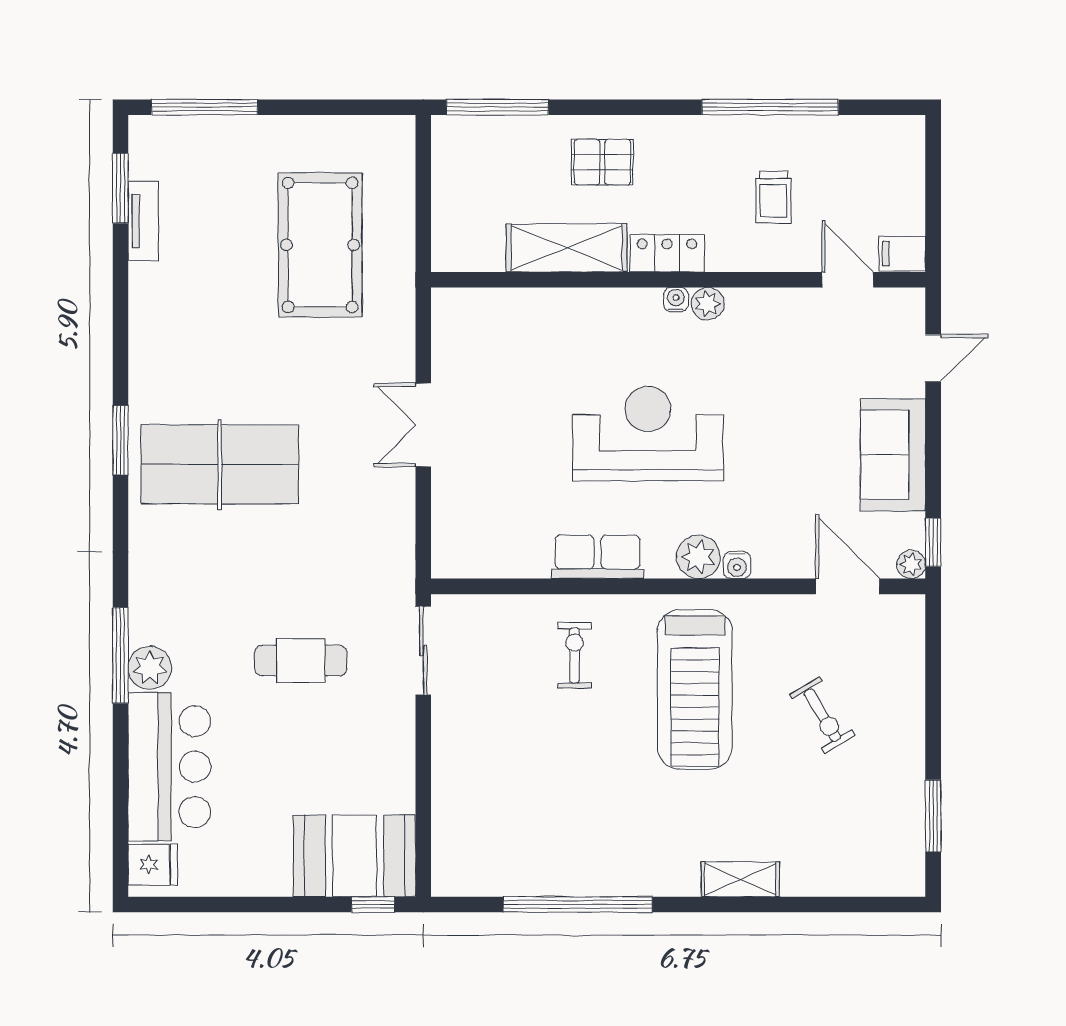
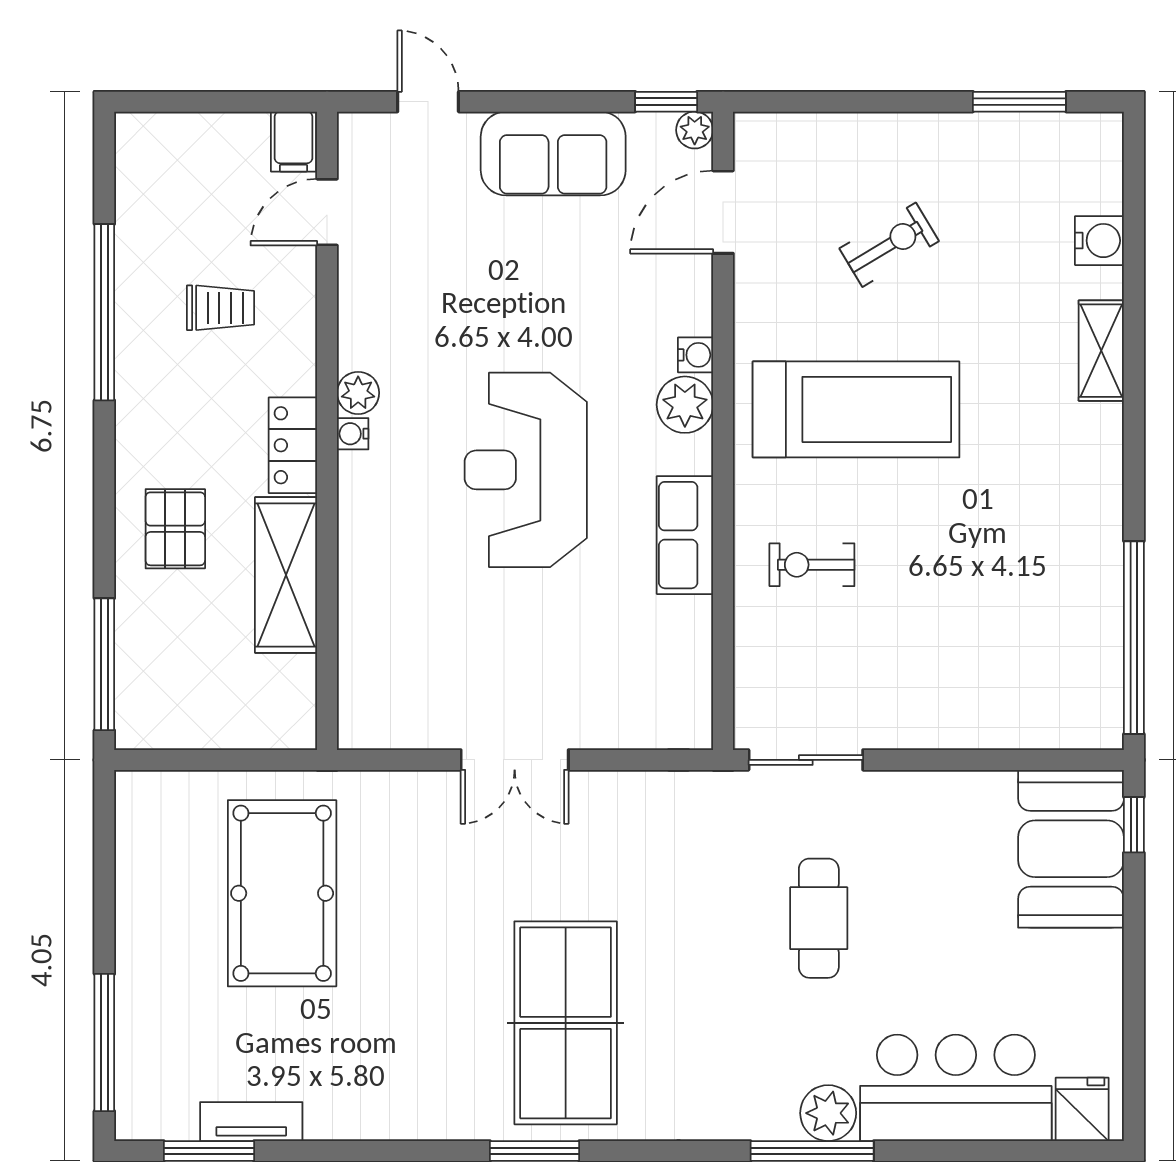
pool table: (320, 245) -> (282, 893), turned 90
water cooler: (826, 878) -> (1099, 241), added
window: (578, 905) -> (1134, 638), moved

